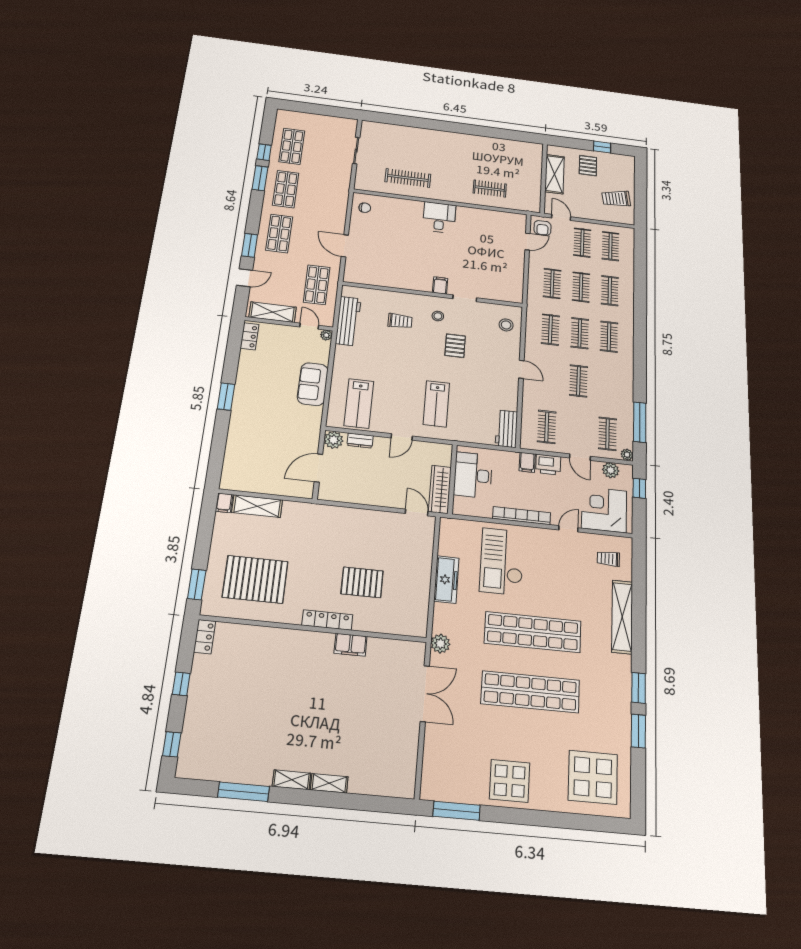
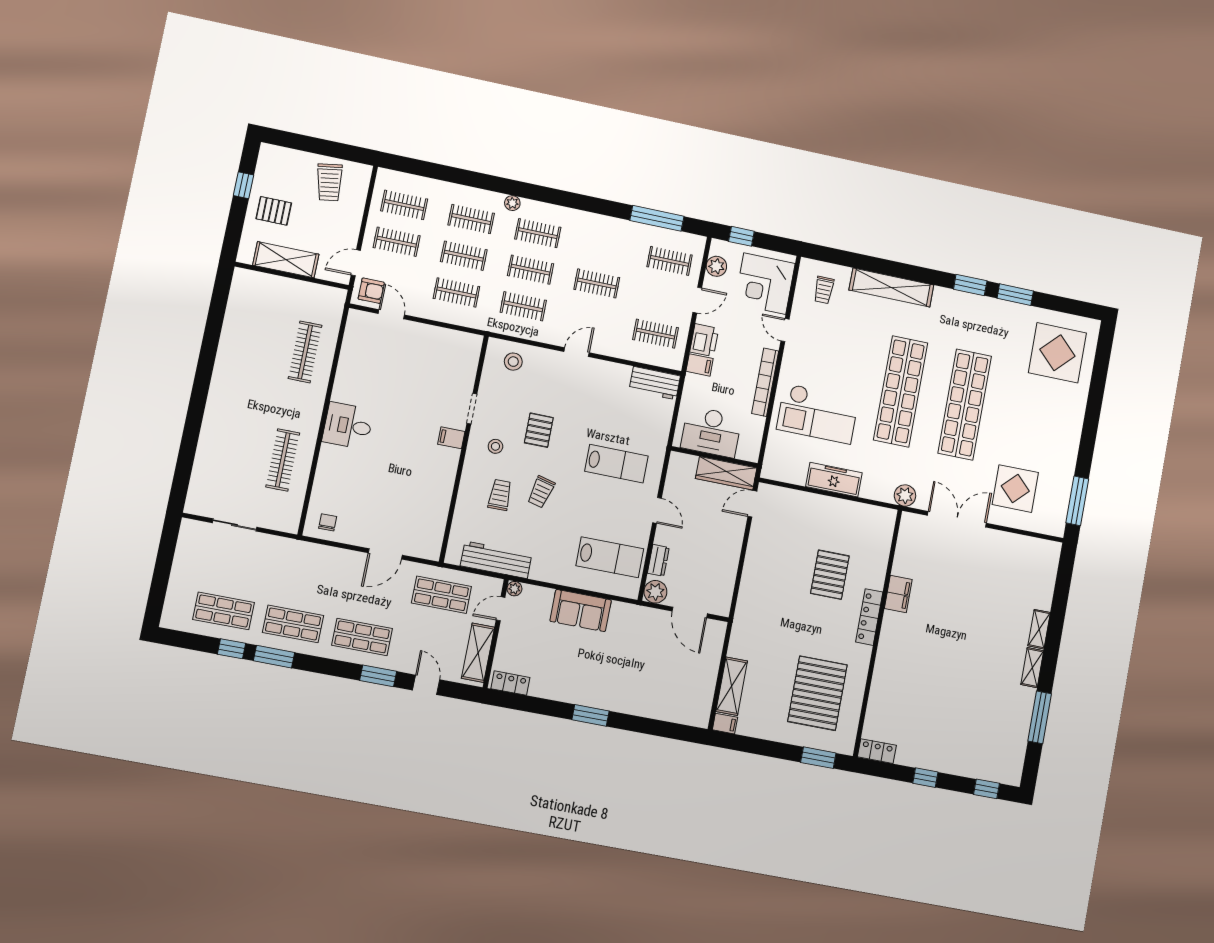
clothes rail: (490, 189) -> (305, 352), width x1.36
pallet: (455, 346) -> (539, 430), turned 90
trolley: (406, 350) -> (541, 492), added
plant: (627, 455) -> (512, 203), moved
display table: (510, 781) -> (1015, 489), moved

